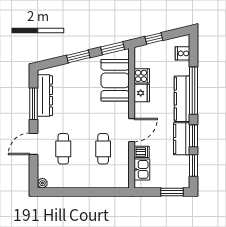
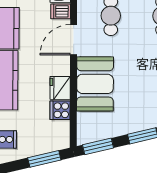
window: (154, 39) -> (44, 159), width x1.50
booth: (115, 80) -> (95, 84), moved

